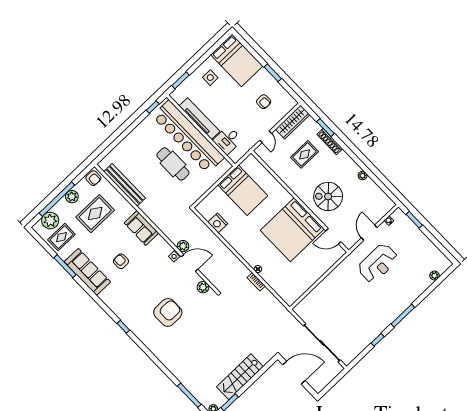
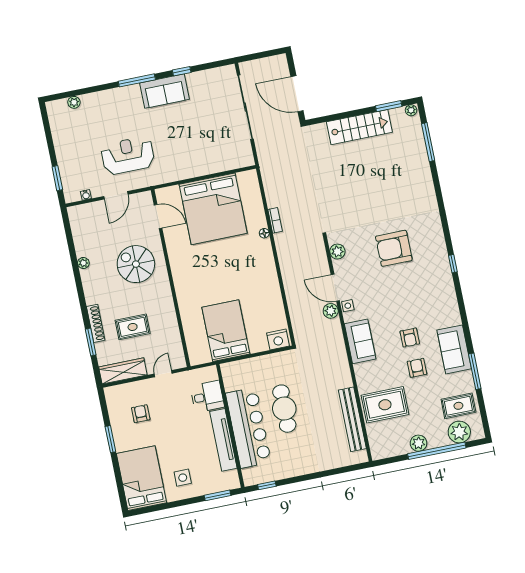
bar counter: (188, 137) -> (248, 428), width x0.73
armchair: (93, 178) -> (417, 368), moved
spiral stairs: (328, 196) -> (136, 264), turned 180
rug: (95, 214) -> (385, 405), moved
nightstand: (218, 223) -> (278, 340), moved, turned 90
sofa: (141, 228) -> (360, 341), moved
bed: (292, 230) -> (213, 209), moved, turned 90
sofa: (87, 272) -> (454, 349), width x0.73
sofa: (381, 320) -> (165, 91), added

